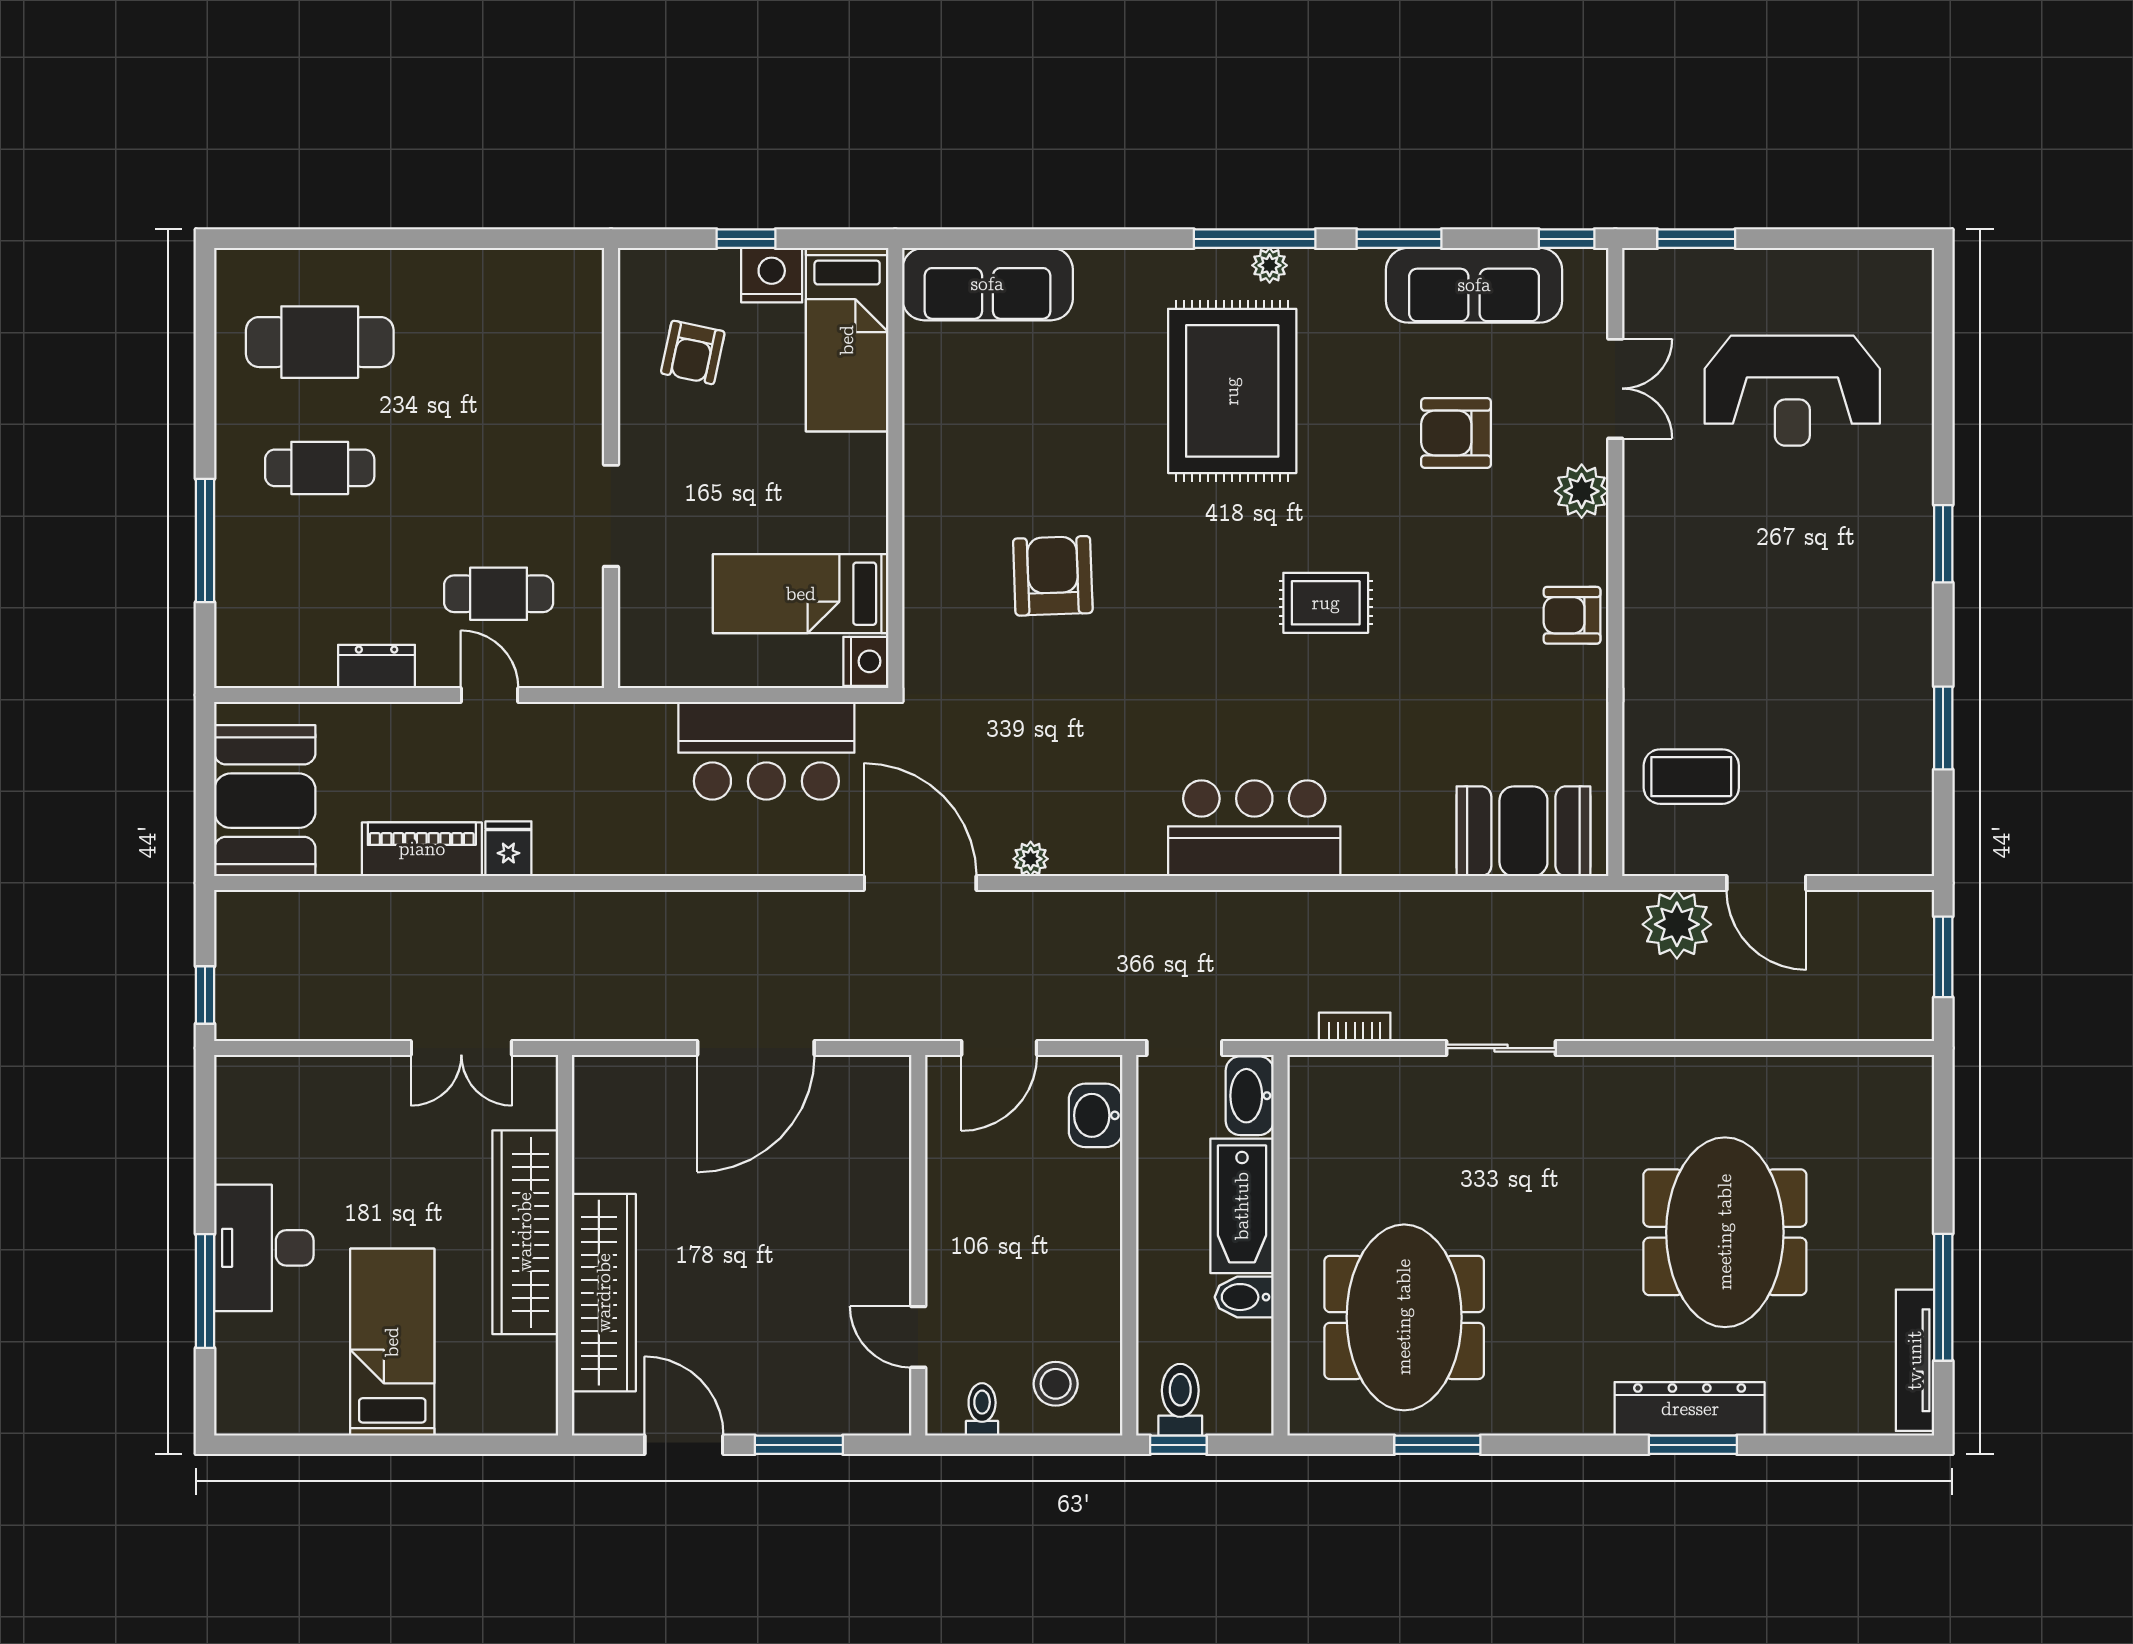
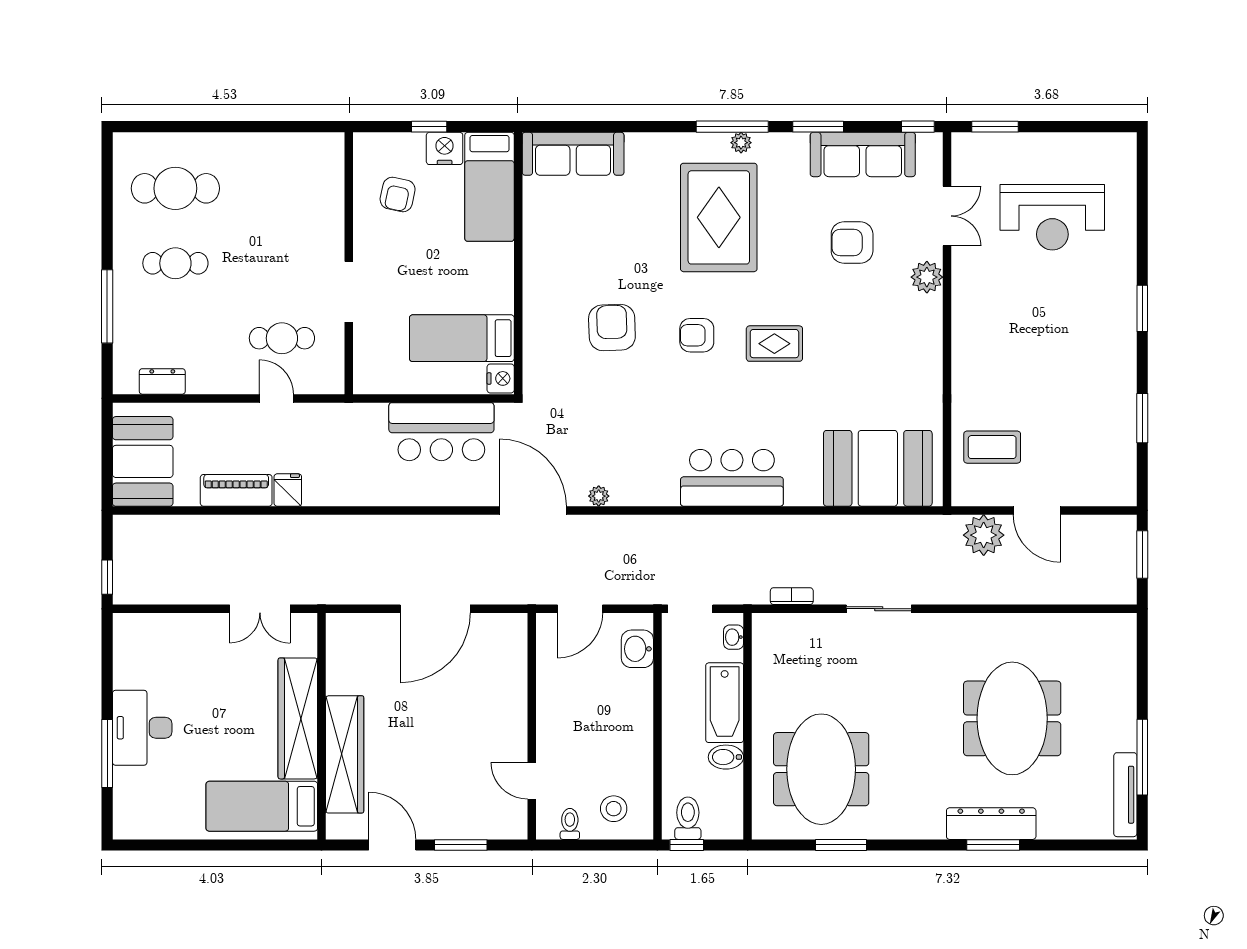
armchair: (1572, 615) -> (697, 335), moved
dresser: (377, 666) -> (162, 381), moved
booth: (1523, 831) -> (878, 468), width x1.36, depth x1.42
washbasin: (1250, 1096) -> (734, 637), width x0.52, depth x0.69
bed: (392, 1342) -> (262, 806), moved, turned -90

